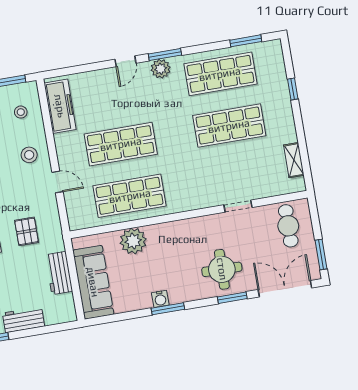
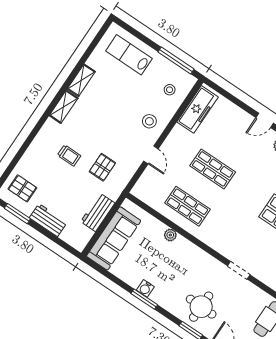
shop shelf: (121, 144) -> (213, 169), width x0.70, depth x0.74
shop shelf: (130, 196) -> (187, 206), width x0.70, depth x0.74
doorway: (238, 206) -> (239, 270), moved
plant: (133, 241) -> (170, 235), width x0.53, depth x0.53

